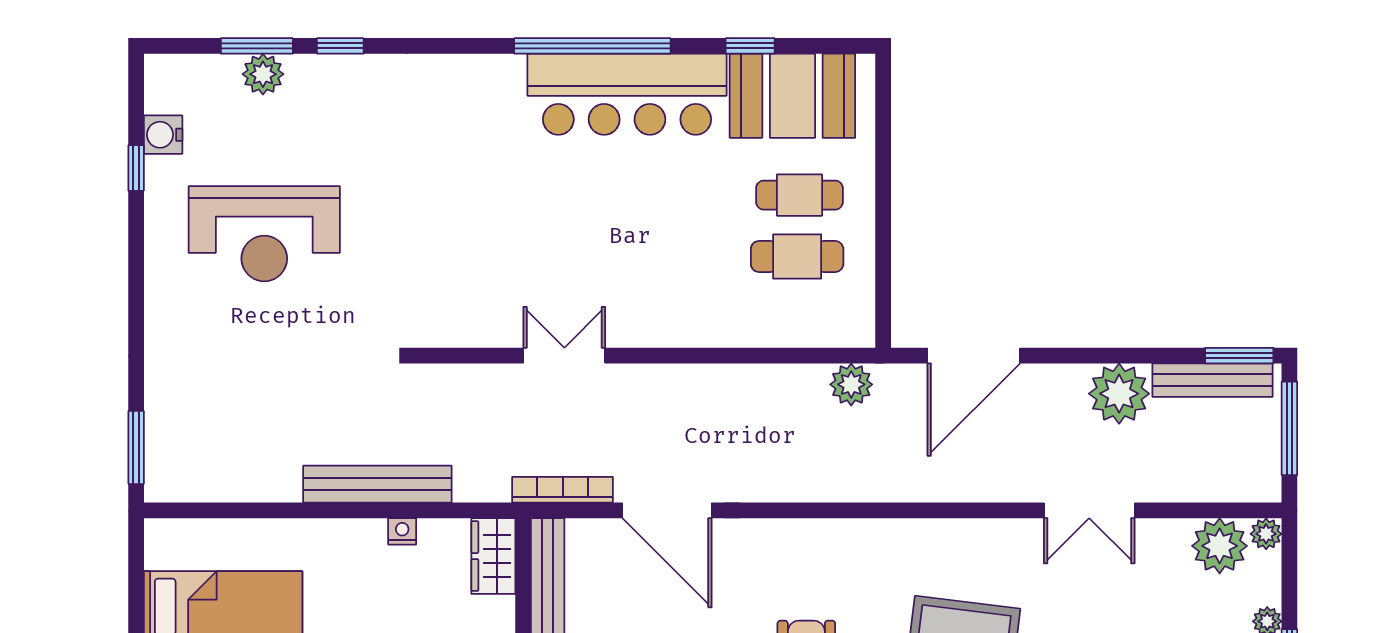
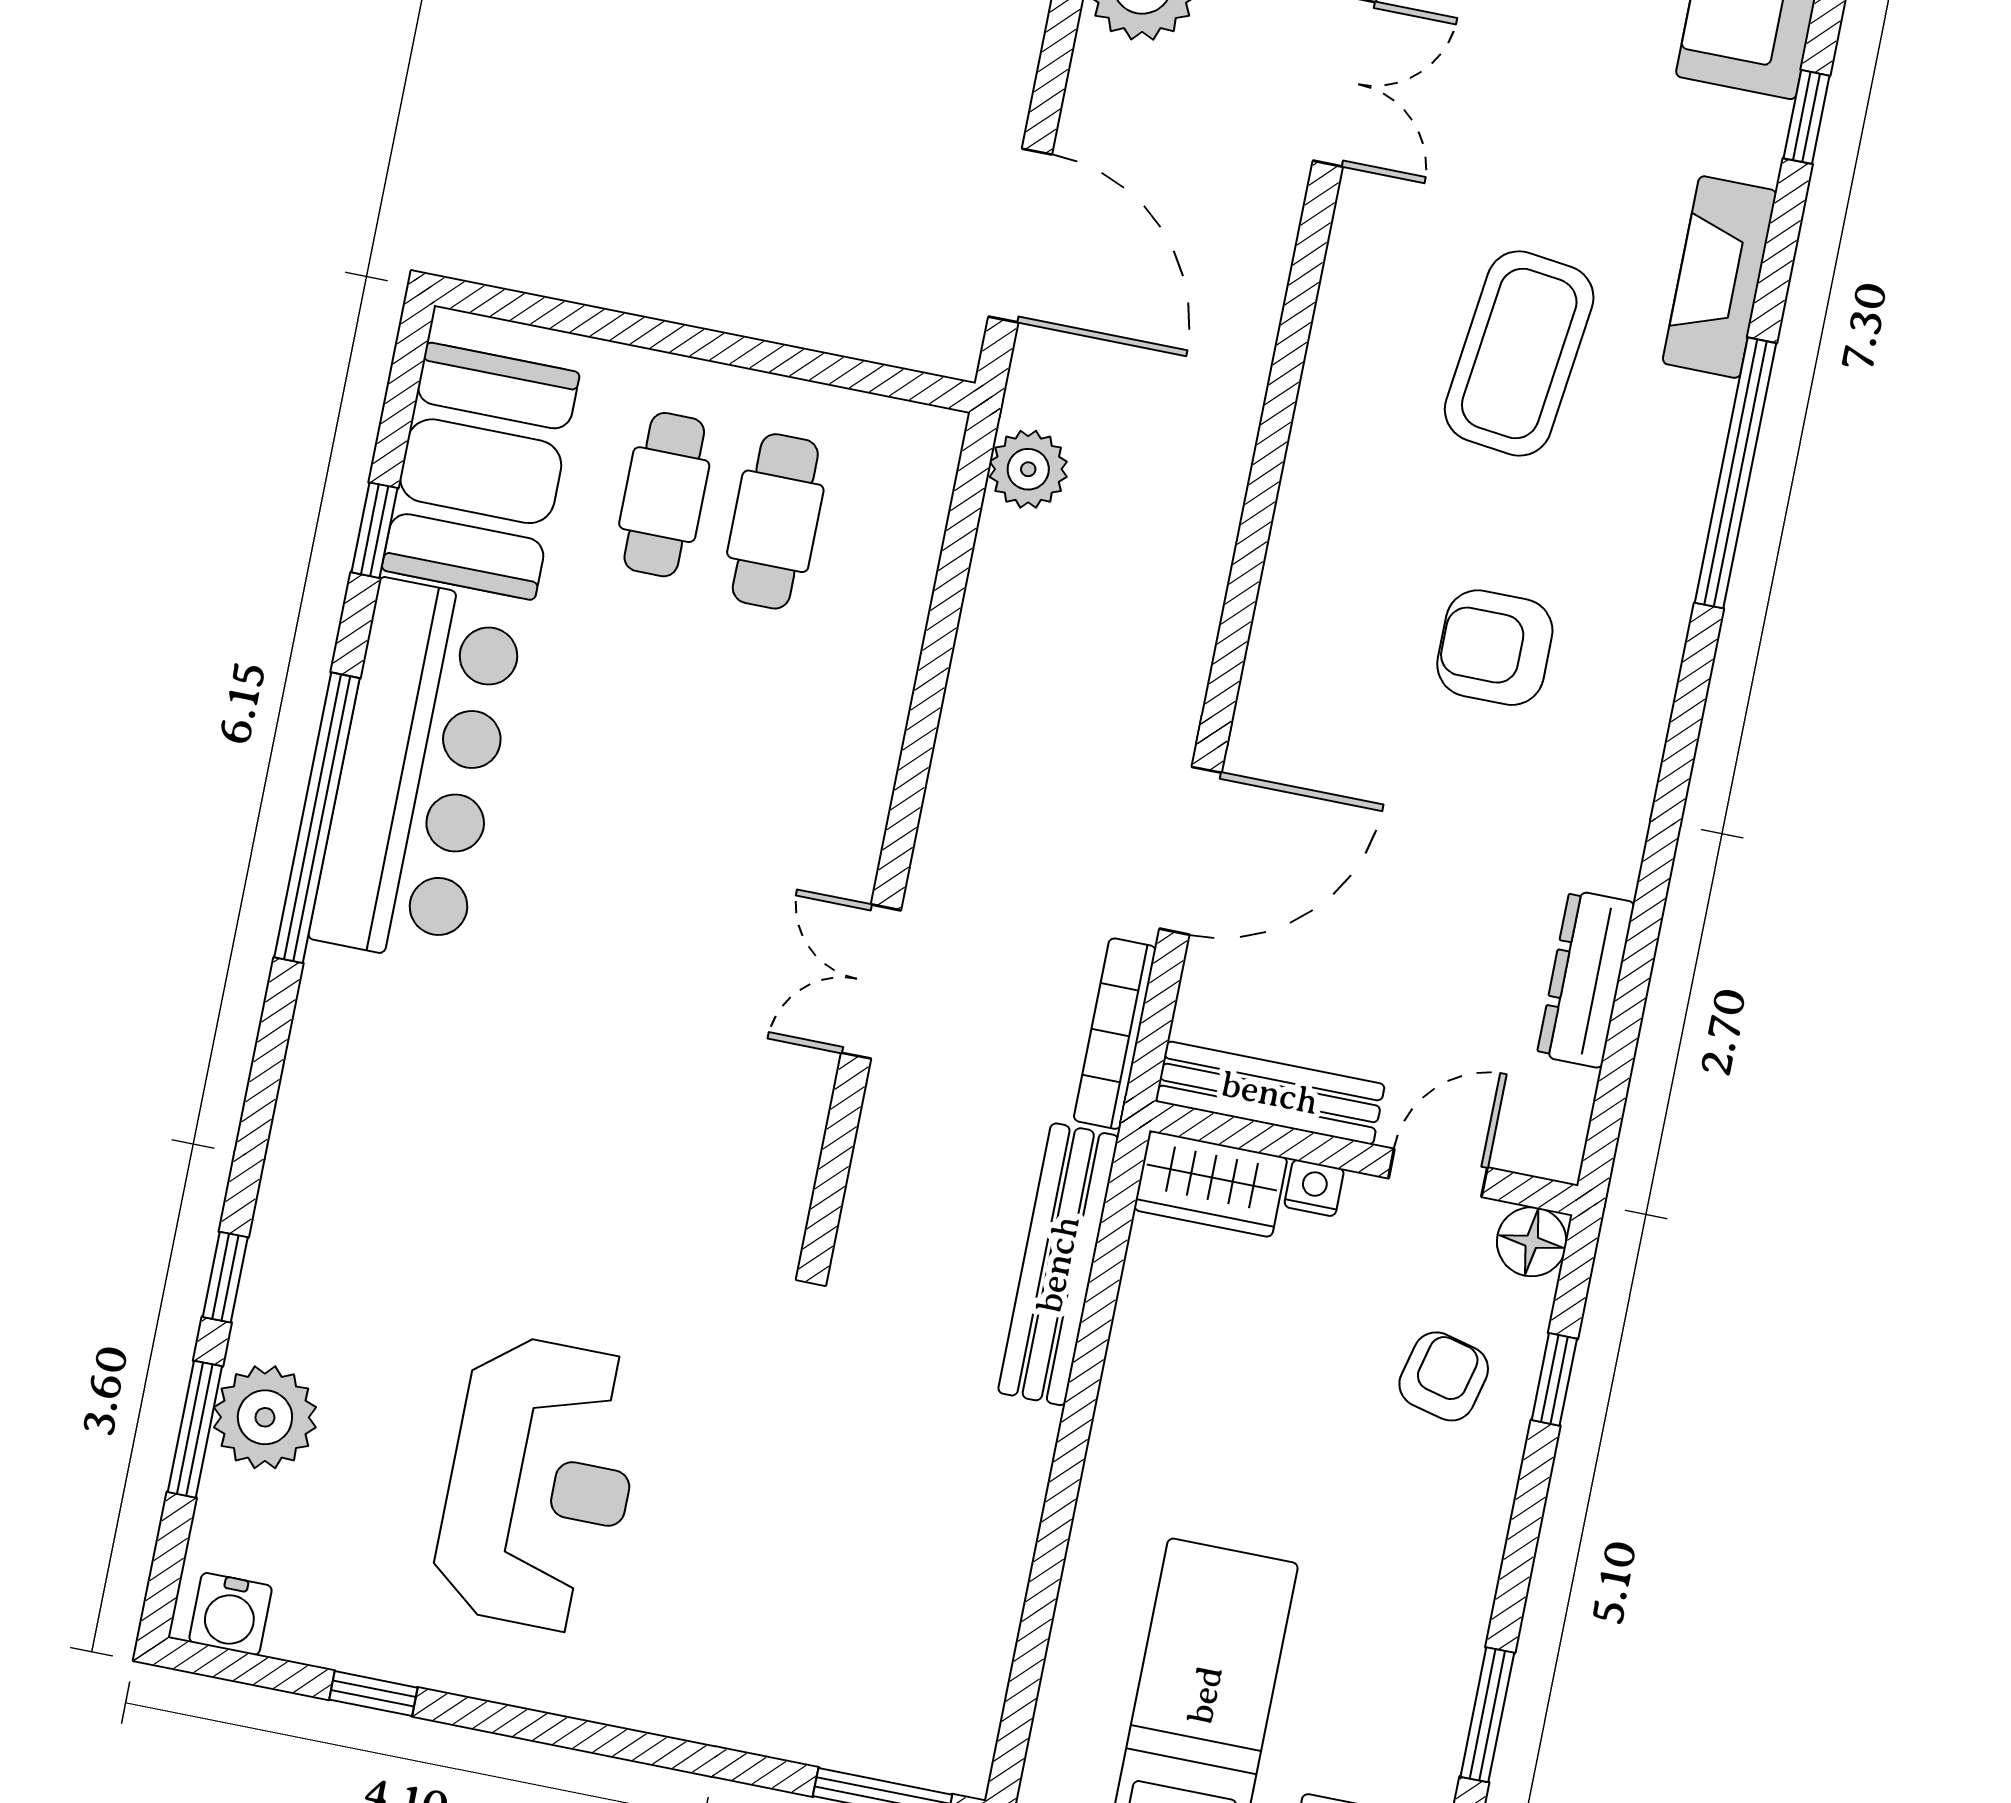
plant: (263, 74) -> (265, 1417), width x1.36, depth x1.36
water cooler: (163, 135) -> (230, 1614), moved
bench: (377, 484) -> (1058, 1264), moved
nightstand: (402, 531) -> (1314, 1188), moved, turned 90

